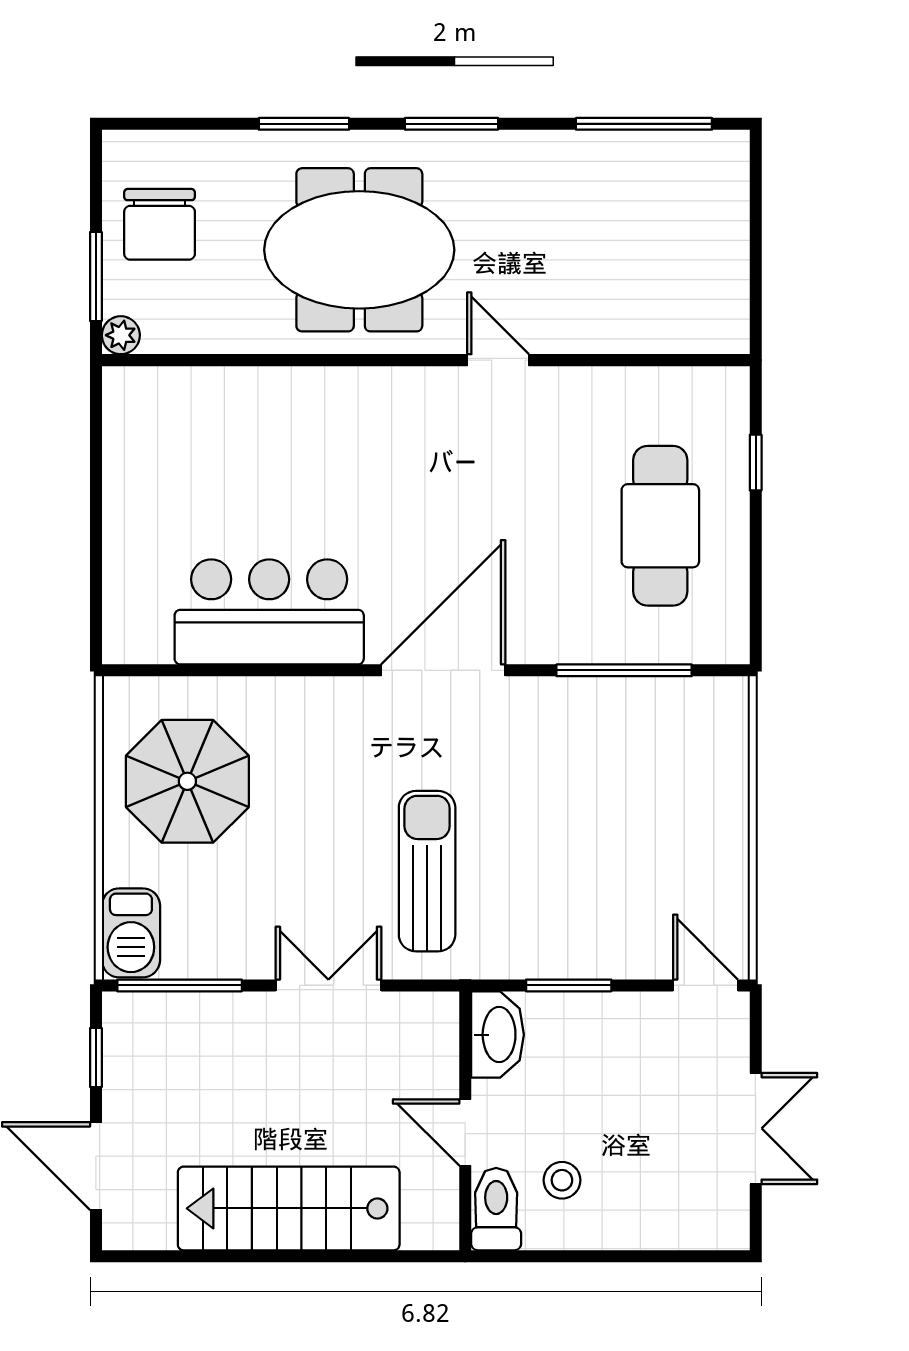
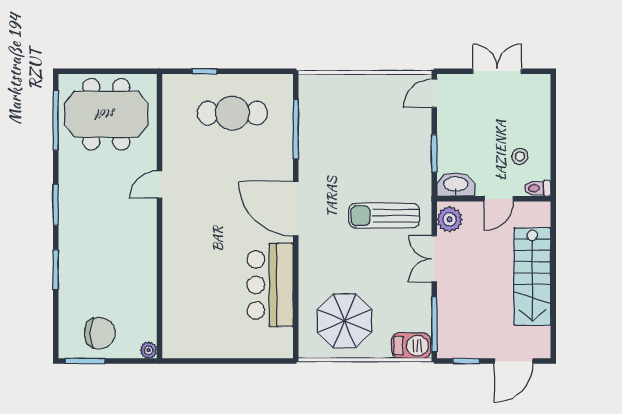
meeting table: (359, 250) -> (106, 114), moved, turned 90
window: (96, 276) -> (85, 361), moved
plant: (419, 1020) -> (450, 219), added
toilet: (496, 1209) -> (538, 188), width x0.73, depth x0.72

